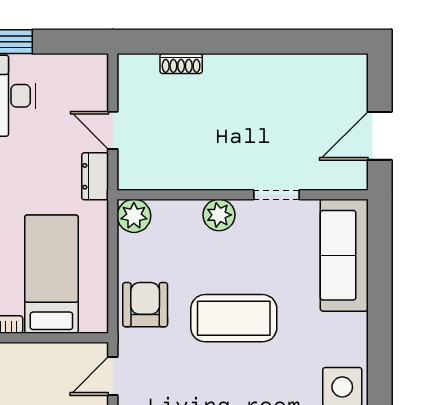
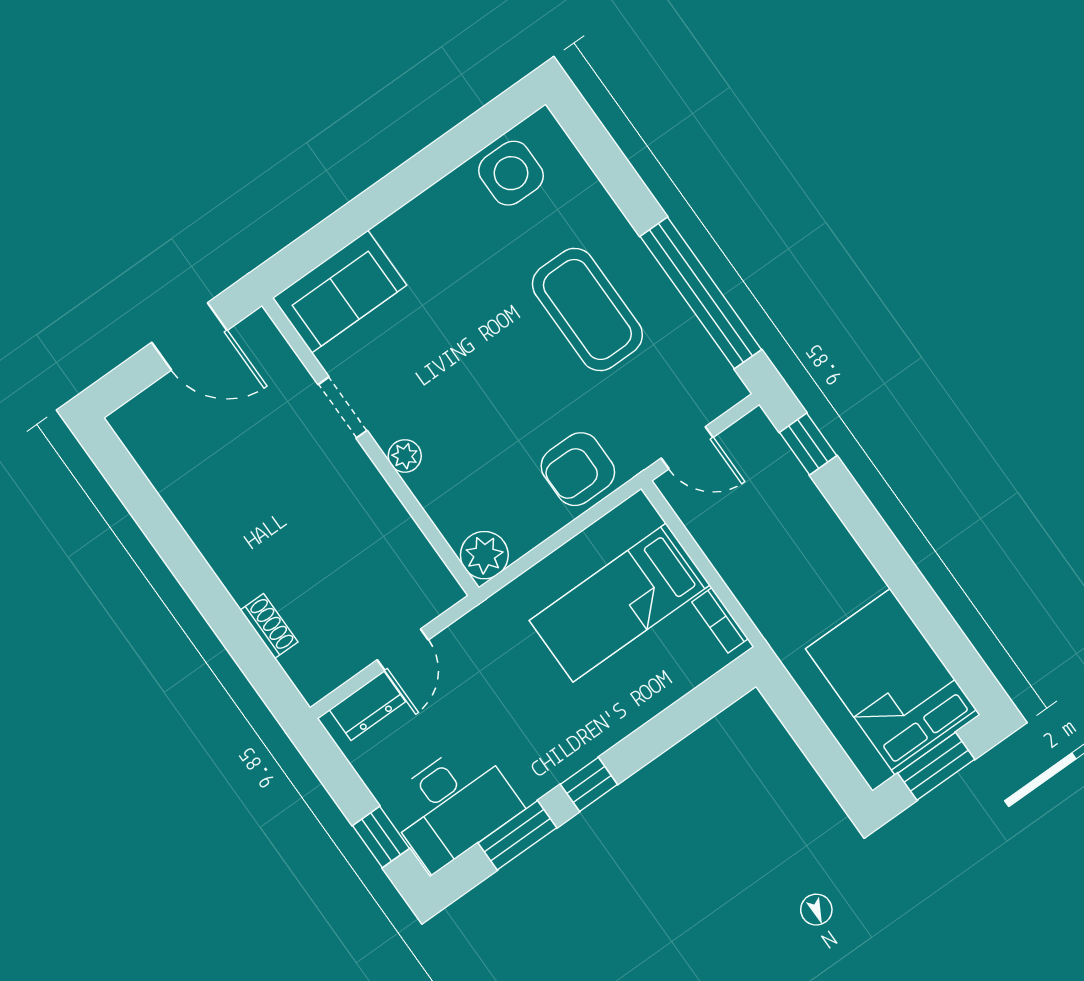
dresser: (95, 176) -> (367, 706), moved
plant: (219, 215) -> (405, 456), width x0.73, depth x0.73
sofa: (344, 255) -> (340, 291), width x0.73
coffee table: (234, 318) -> (587, 310), moved

